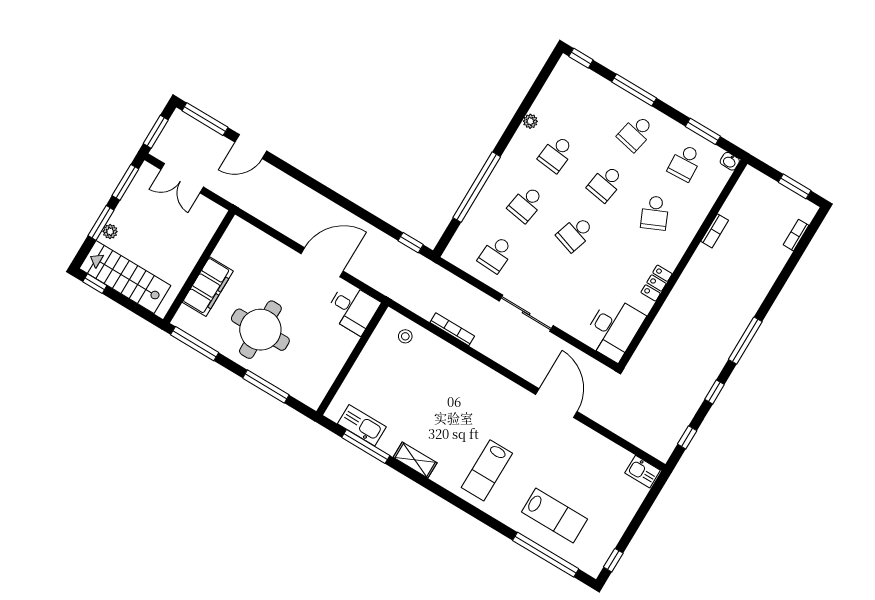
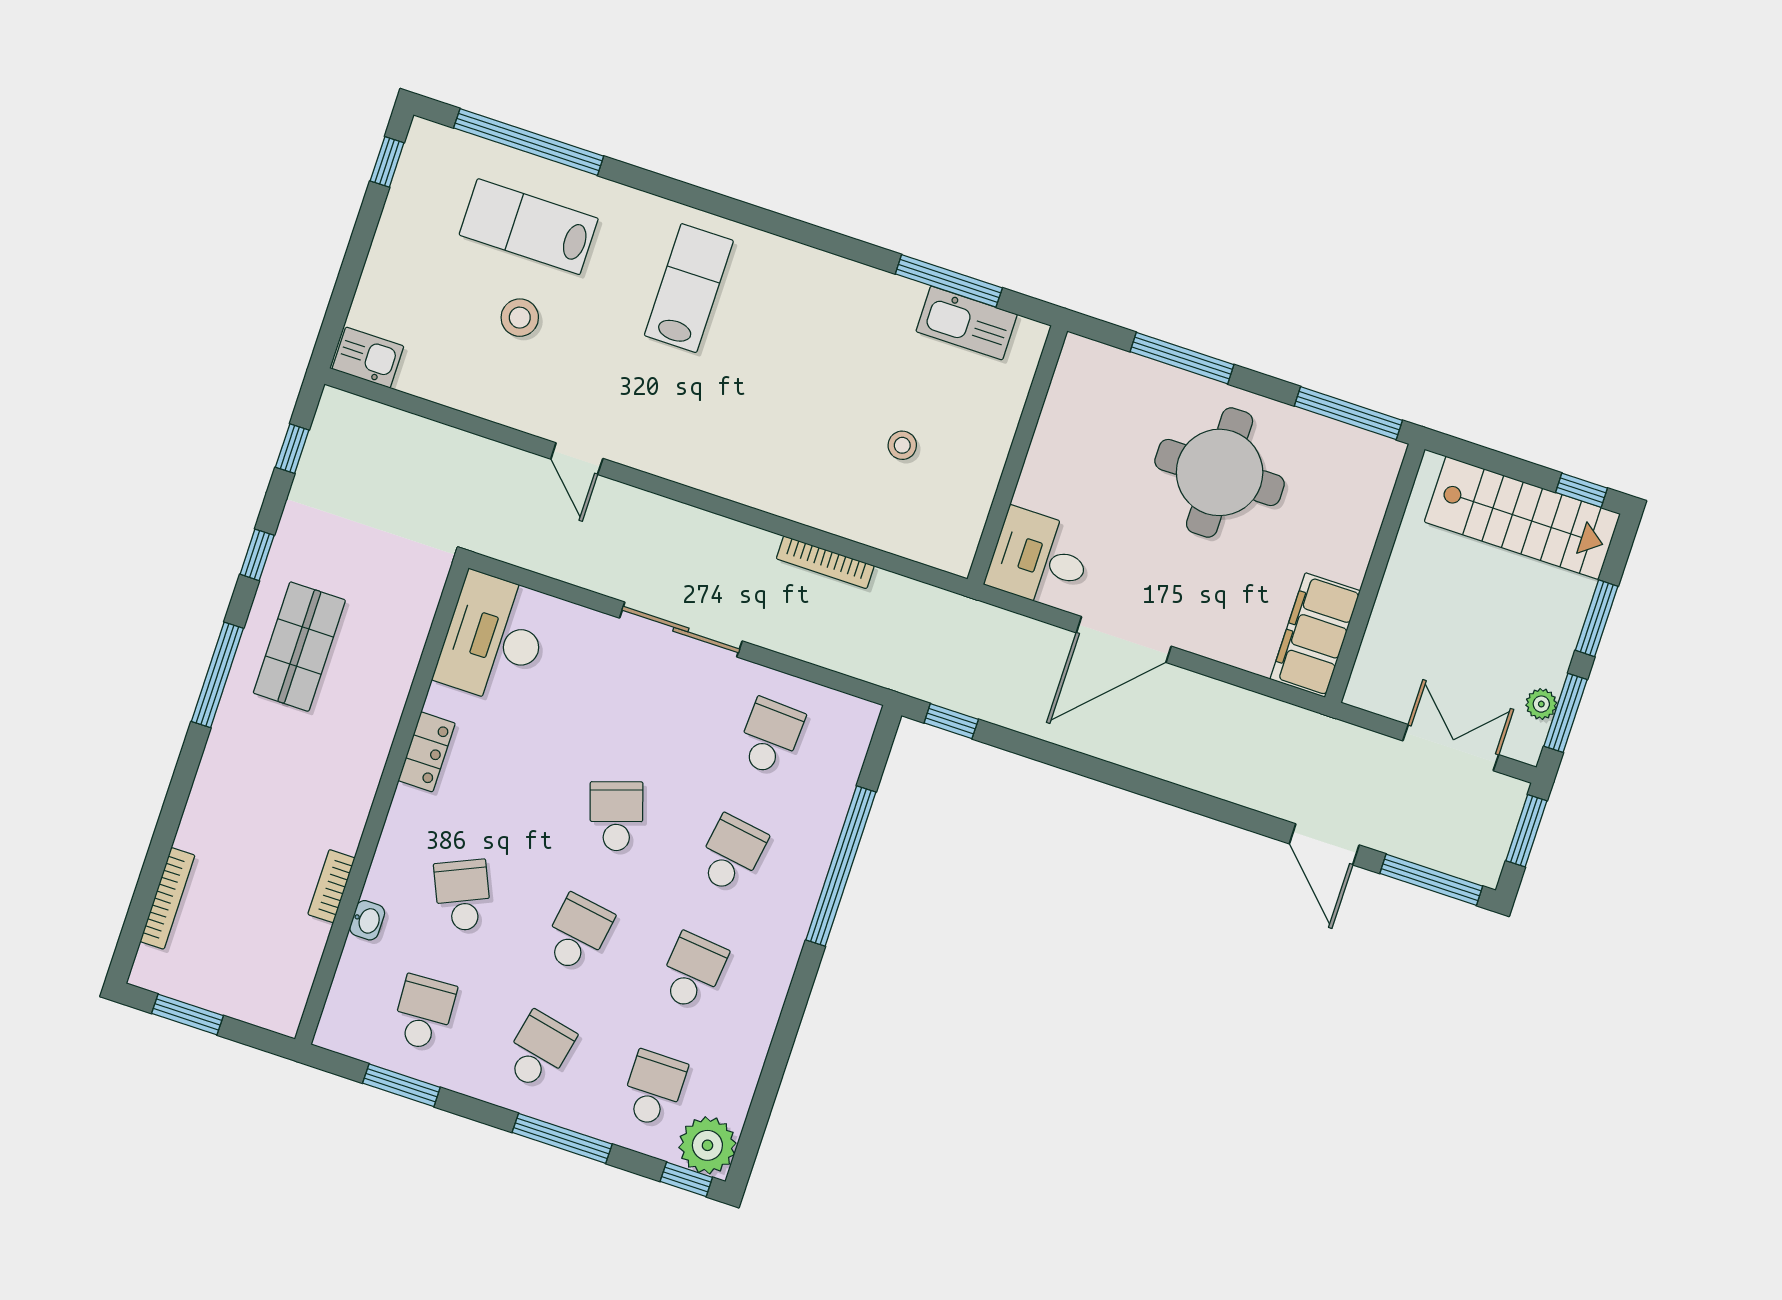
school desk: (587, 103) -> (654, 1089), added
plant: (530, 121) -> (707, 1145), moved, width x1.88, depth x1.88
door: (251, 147) -> (1324, 844), swing flipped
washbasin: (730, 161) -> (367, 920), moved, turned 90
plant: (110, 232) -> (1541, 704), moved
school desk: (575, 234) -> (616, 816), turned -36
bookcase: (796, 235) -> (167, 898), width x1.56
filing cabinet: (208, 287) -> (1315, 635), moved
stool: (405, 336) -> (902, 445), moved
shop shelf: (704, 345) -> (299, 647), added
door: (556, 403) -> (577, 459), width x0.53
shelving: (415, 460) -> (841, 276), removed
stool: (568, 474) -> (520, 318), added

